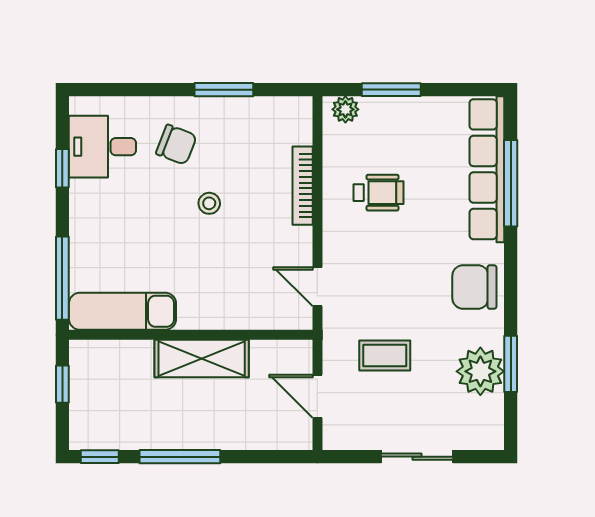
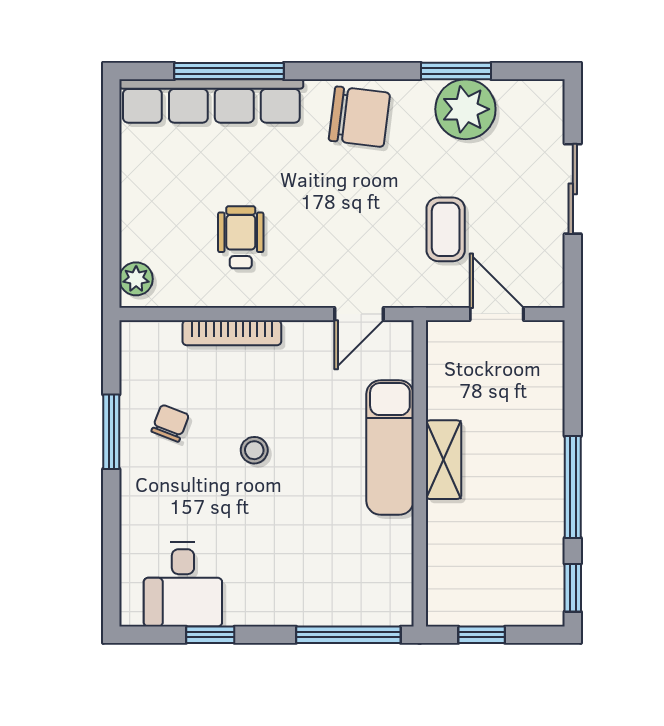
window: (391, 90) -> (111, 221), removed
chair: (176, 145) -> (170, 423), moved, width x0.73, depth x0.73
chair: (474, 287) -> (359, 117), turned -83
exam couch: (122, 311) -> (390, 448), moved
shelving: (202, 359) -> (444, 460), width x0.67, depth x0.75
door: (317, 396) -> (497, 314), swing flipped

